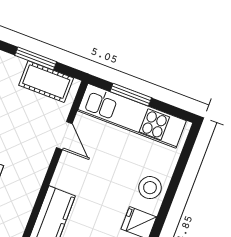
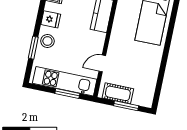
door: (64, 136) -> (102, 63), hinge flipped
window: (175, 180) -> (33, 48), added

